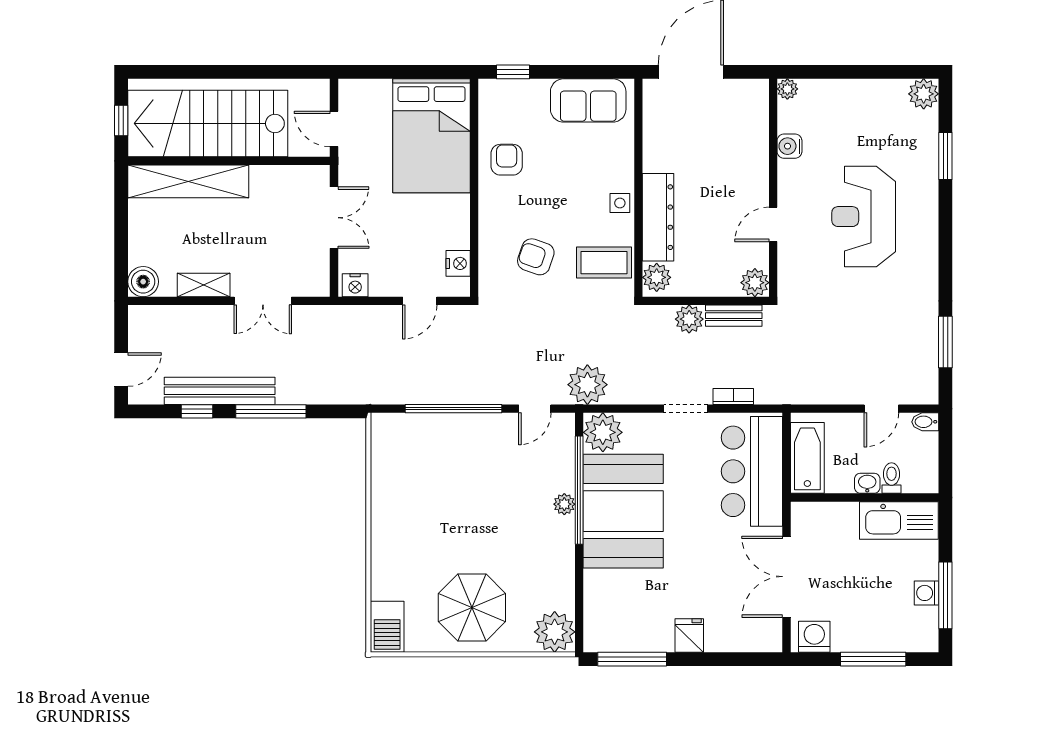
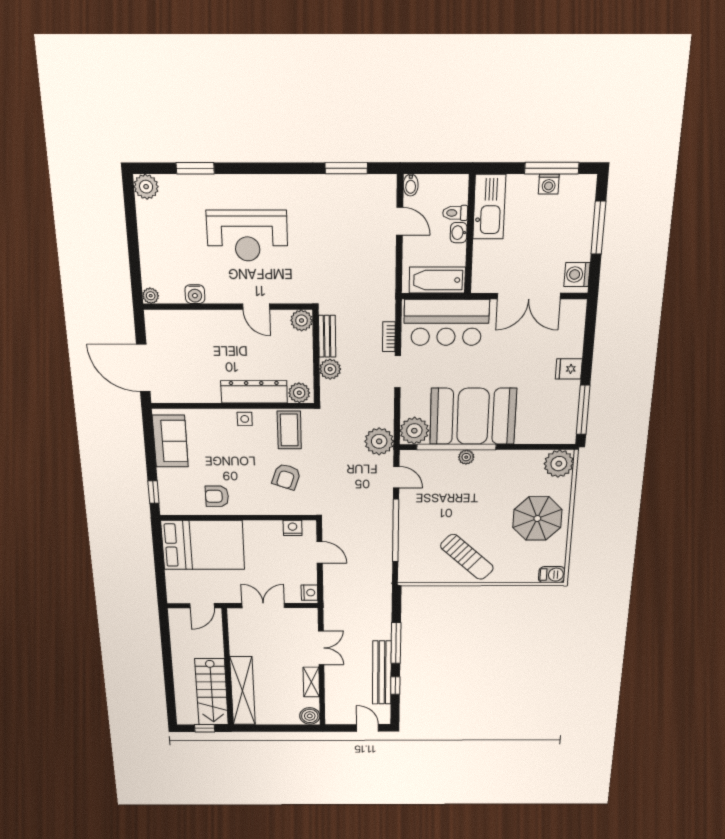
stairs: (208, 123) -> (212, 692), width x0.73, depth x0.66
sun lounger: (412, 511) -> (467, 557), added
barbecue: (387, 627) -> (552, 575), width x0.73, depth x0.79

